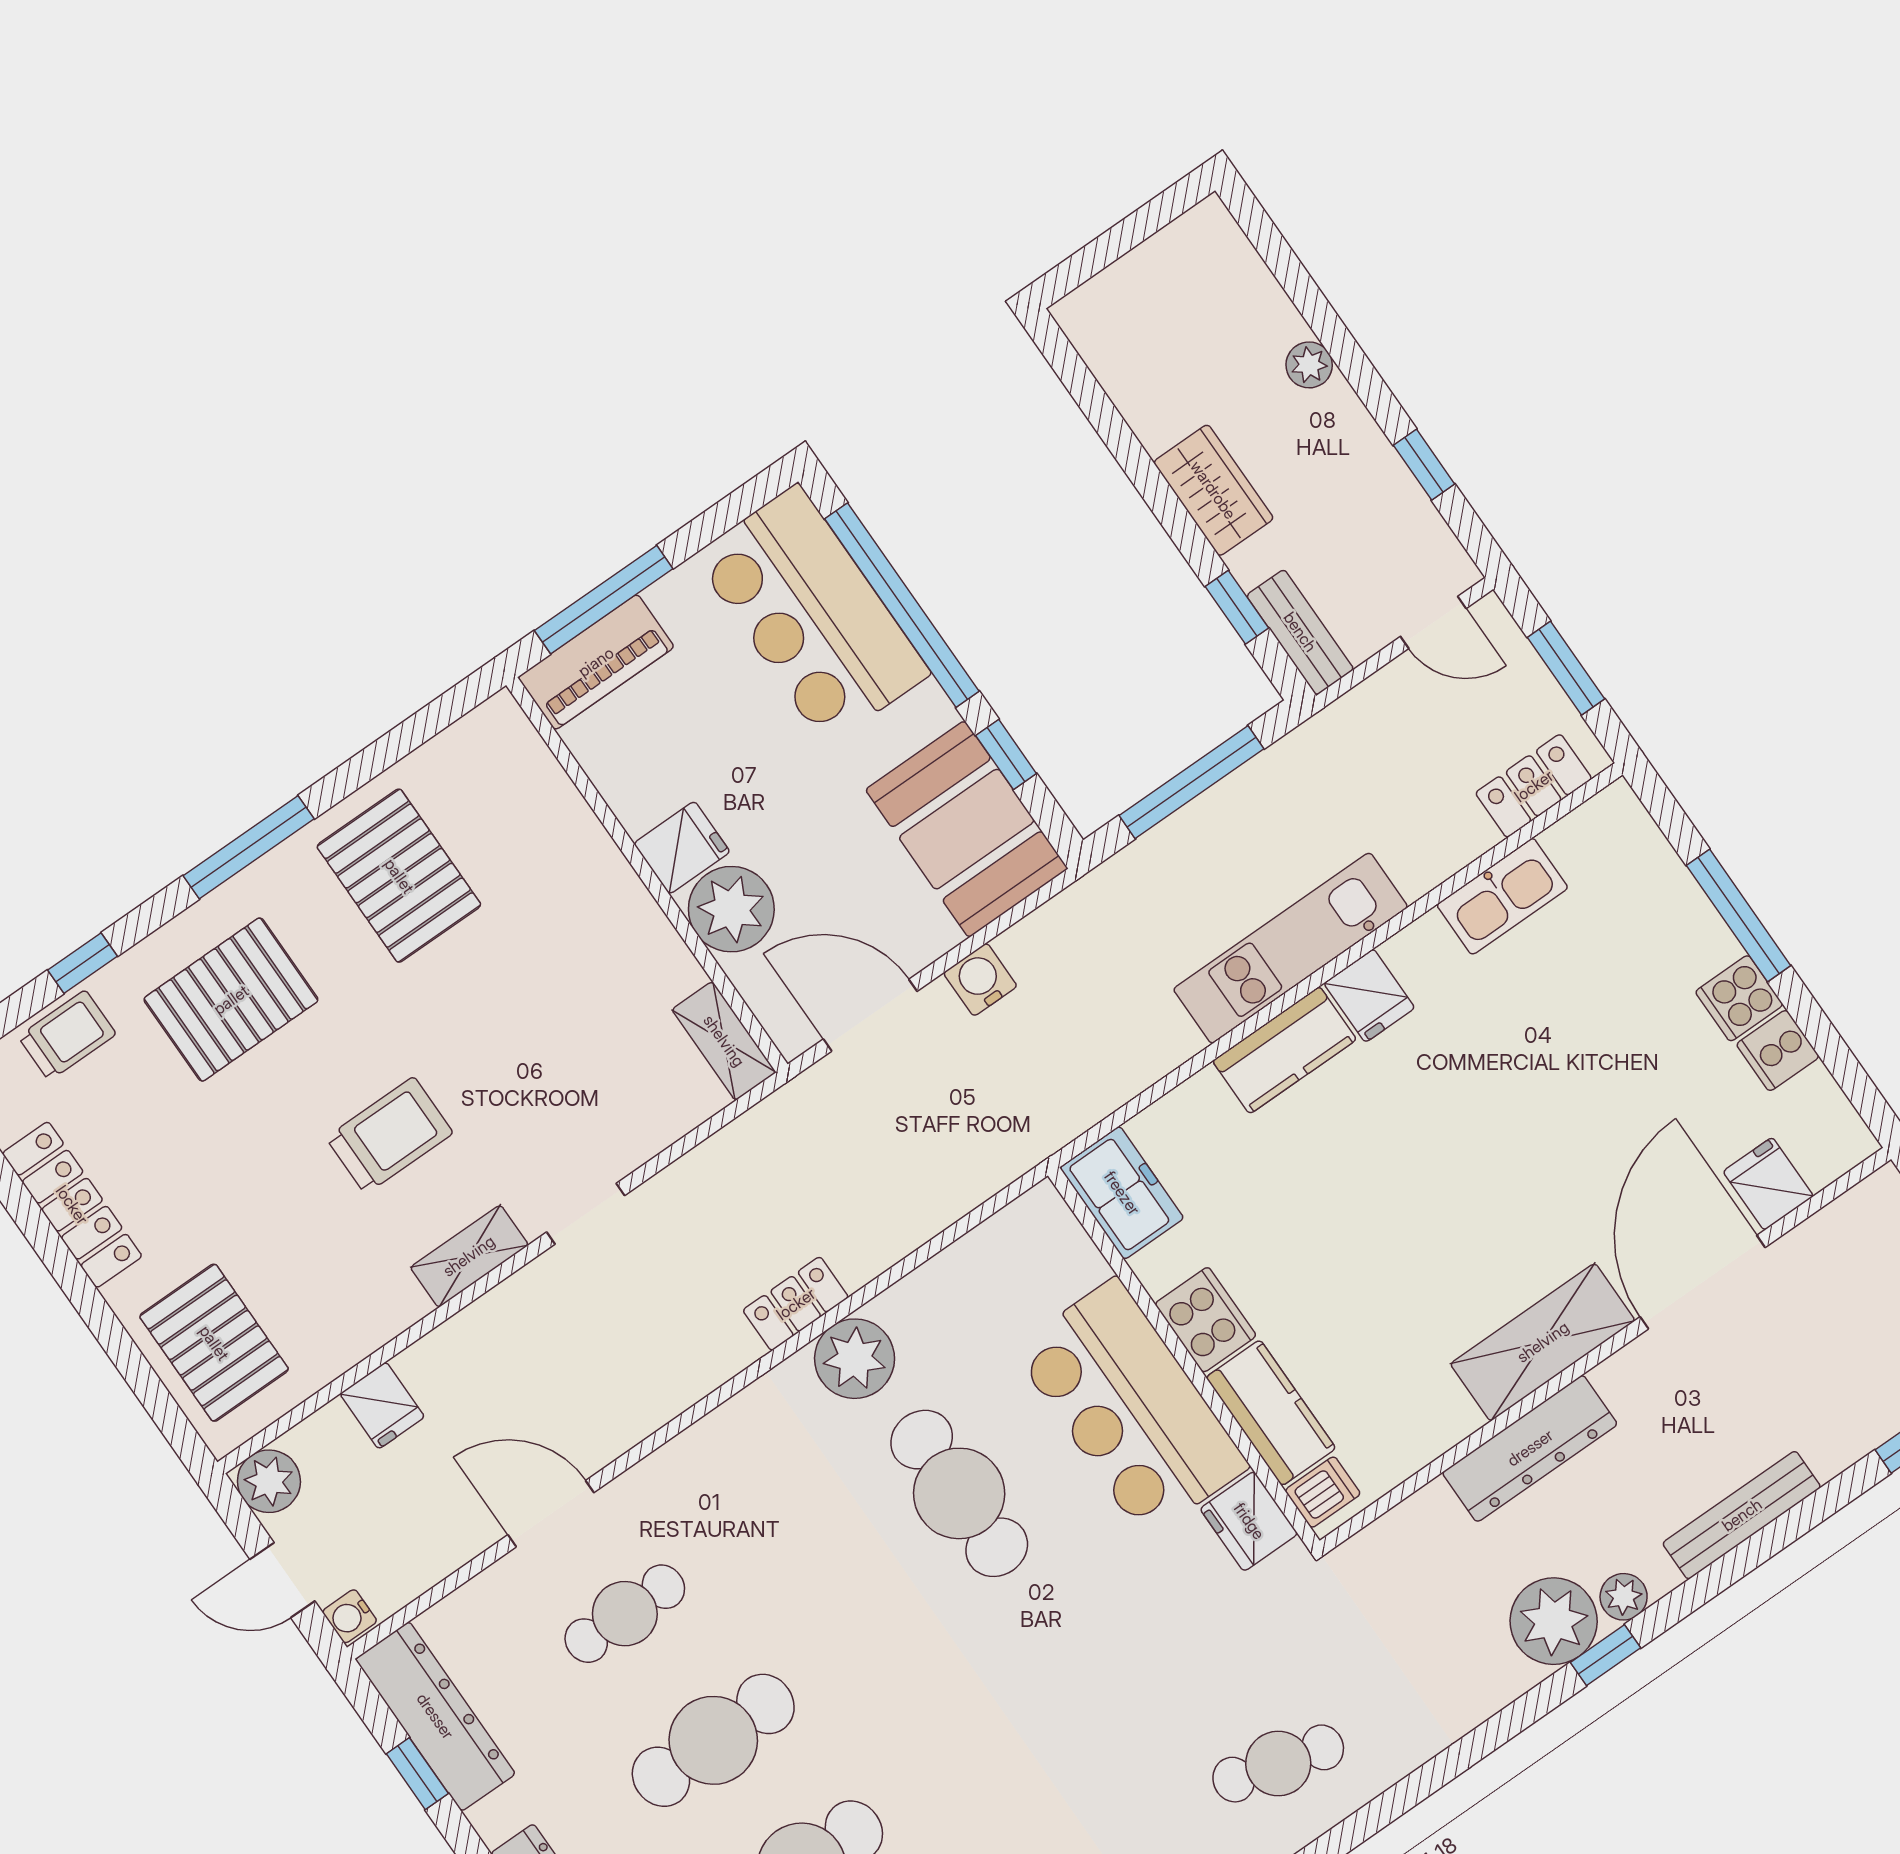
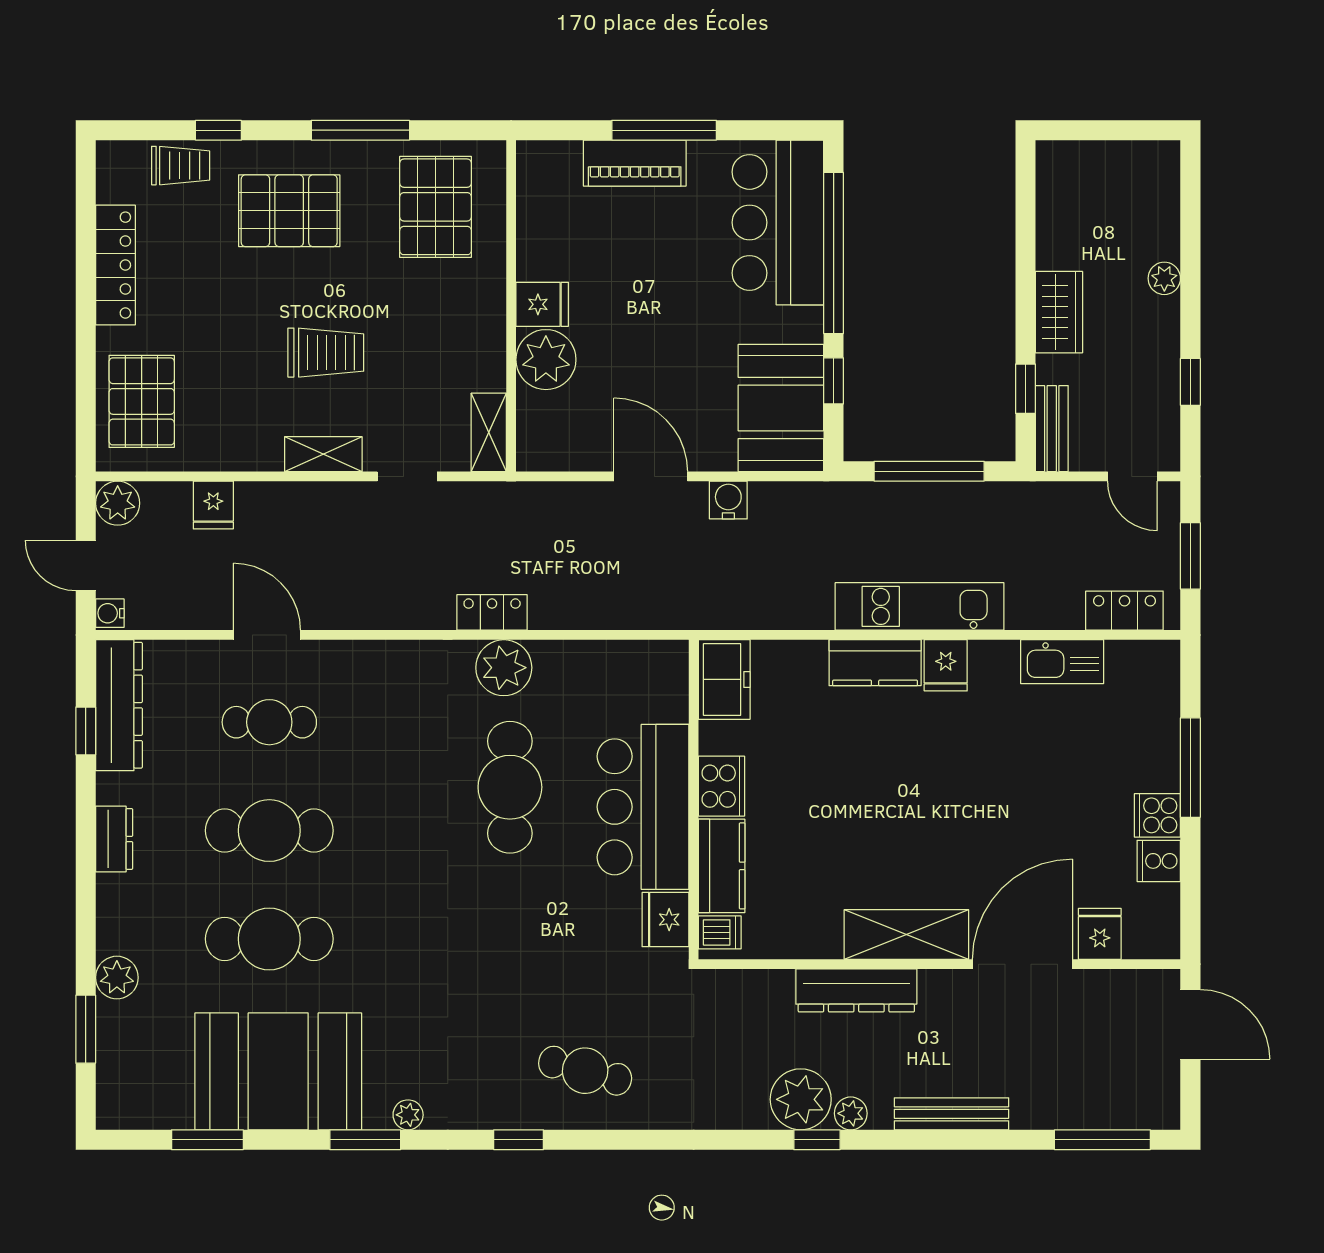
fridge: (682, 848) -> (542, 304), moved
wall: (647, 875) -> (511, 306), moved
plant: (731, 909) -> (546, 360), moved
shelving: (724, 1041) -> (489, 432), moved

